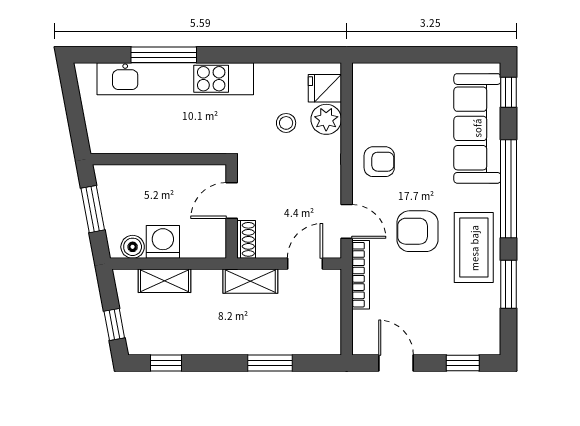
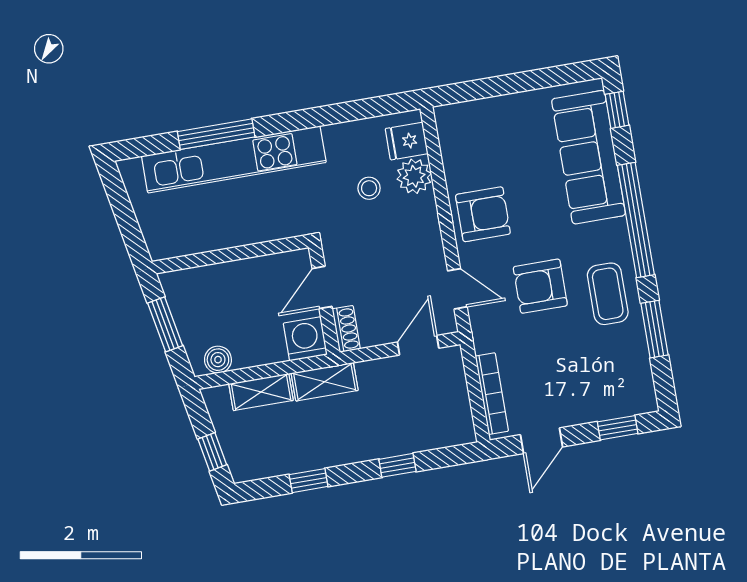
armchair: (379, 162) -> (483, 214), width x1.38, depth x1.38
washing machine: (163, 242) -> (305, 339), moved
coffee table: (474, 248) -> (608, 294), width x0.73, depth x0.76
bookcase: (361, 275) -> (492, 394), moved
shelving: (250, 281) -> (325, 382), moved
window: (166, 363) -> (309, 481), moved
window: (270, 363) -> (397, 465), width x0.67
door: (396, 363) -> (541, 441), swing flipped

